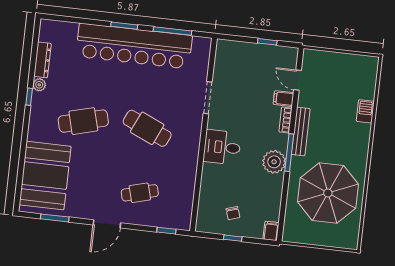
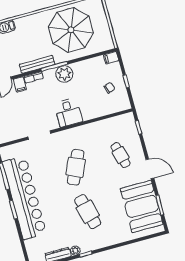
booth: (45, 176) -> (142, 206), moved, turned 90

